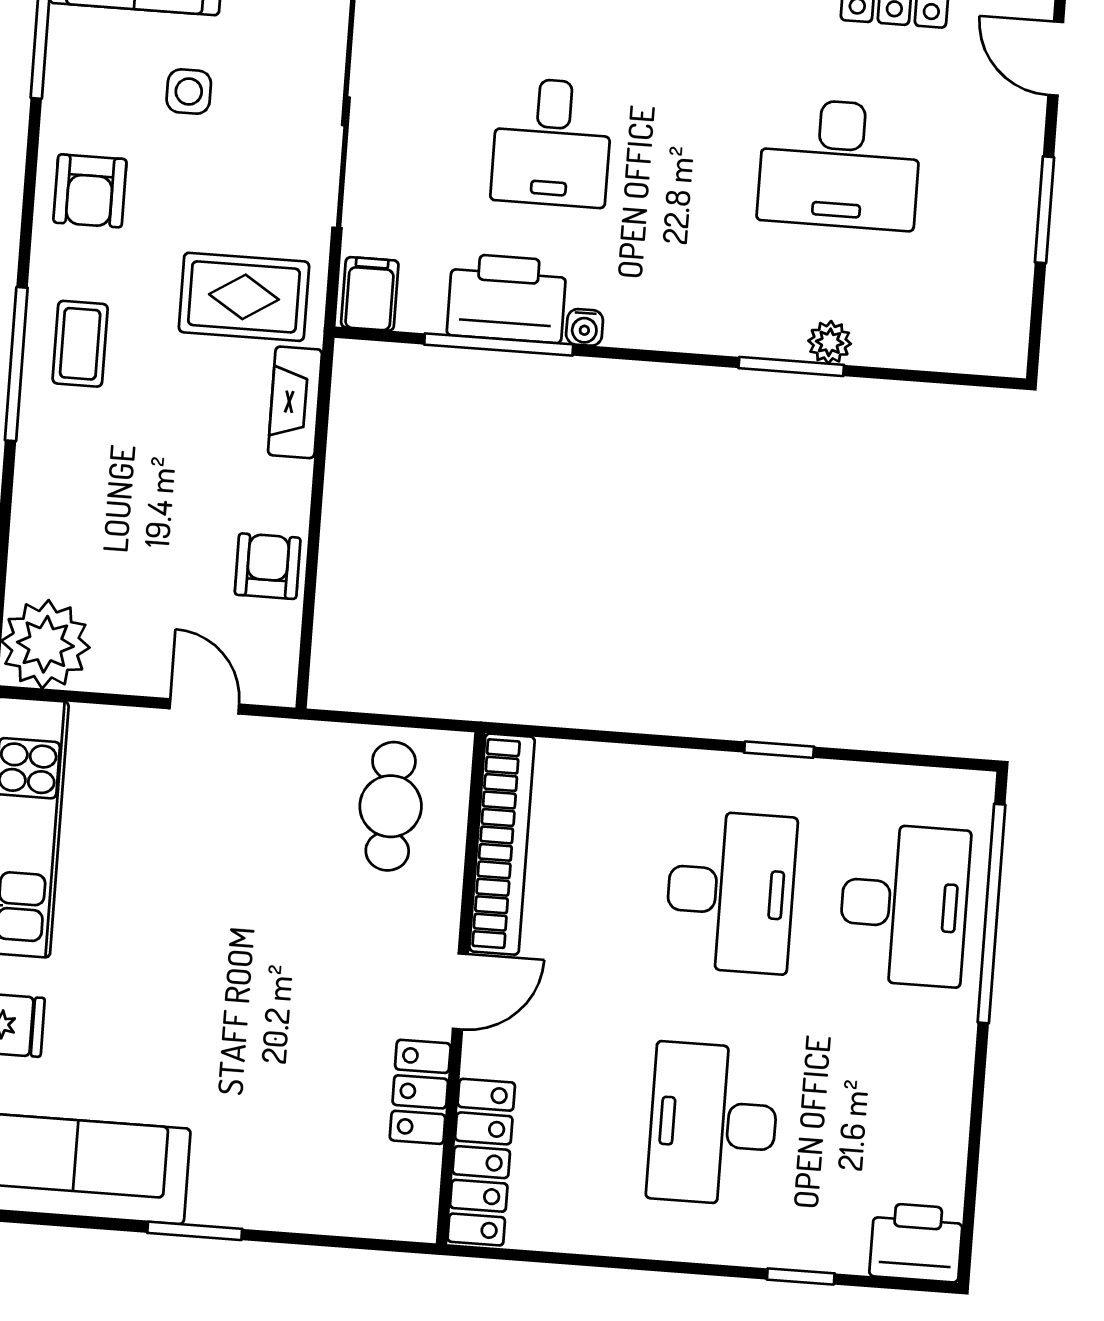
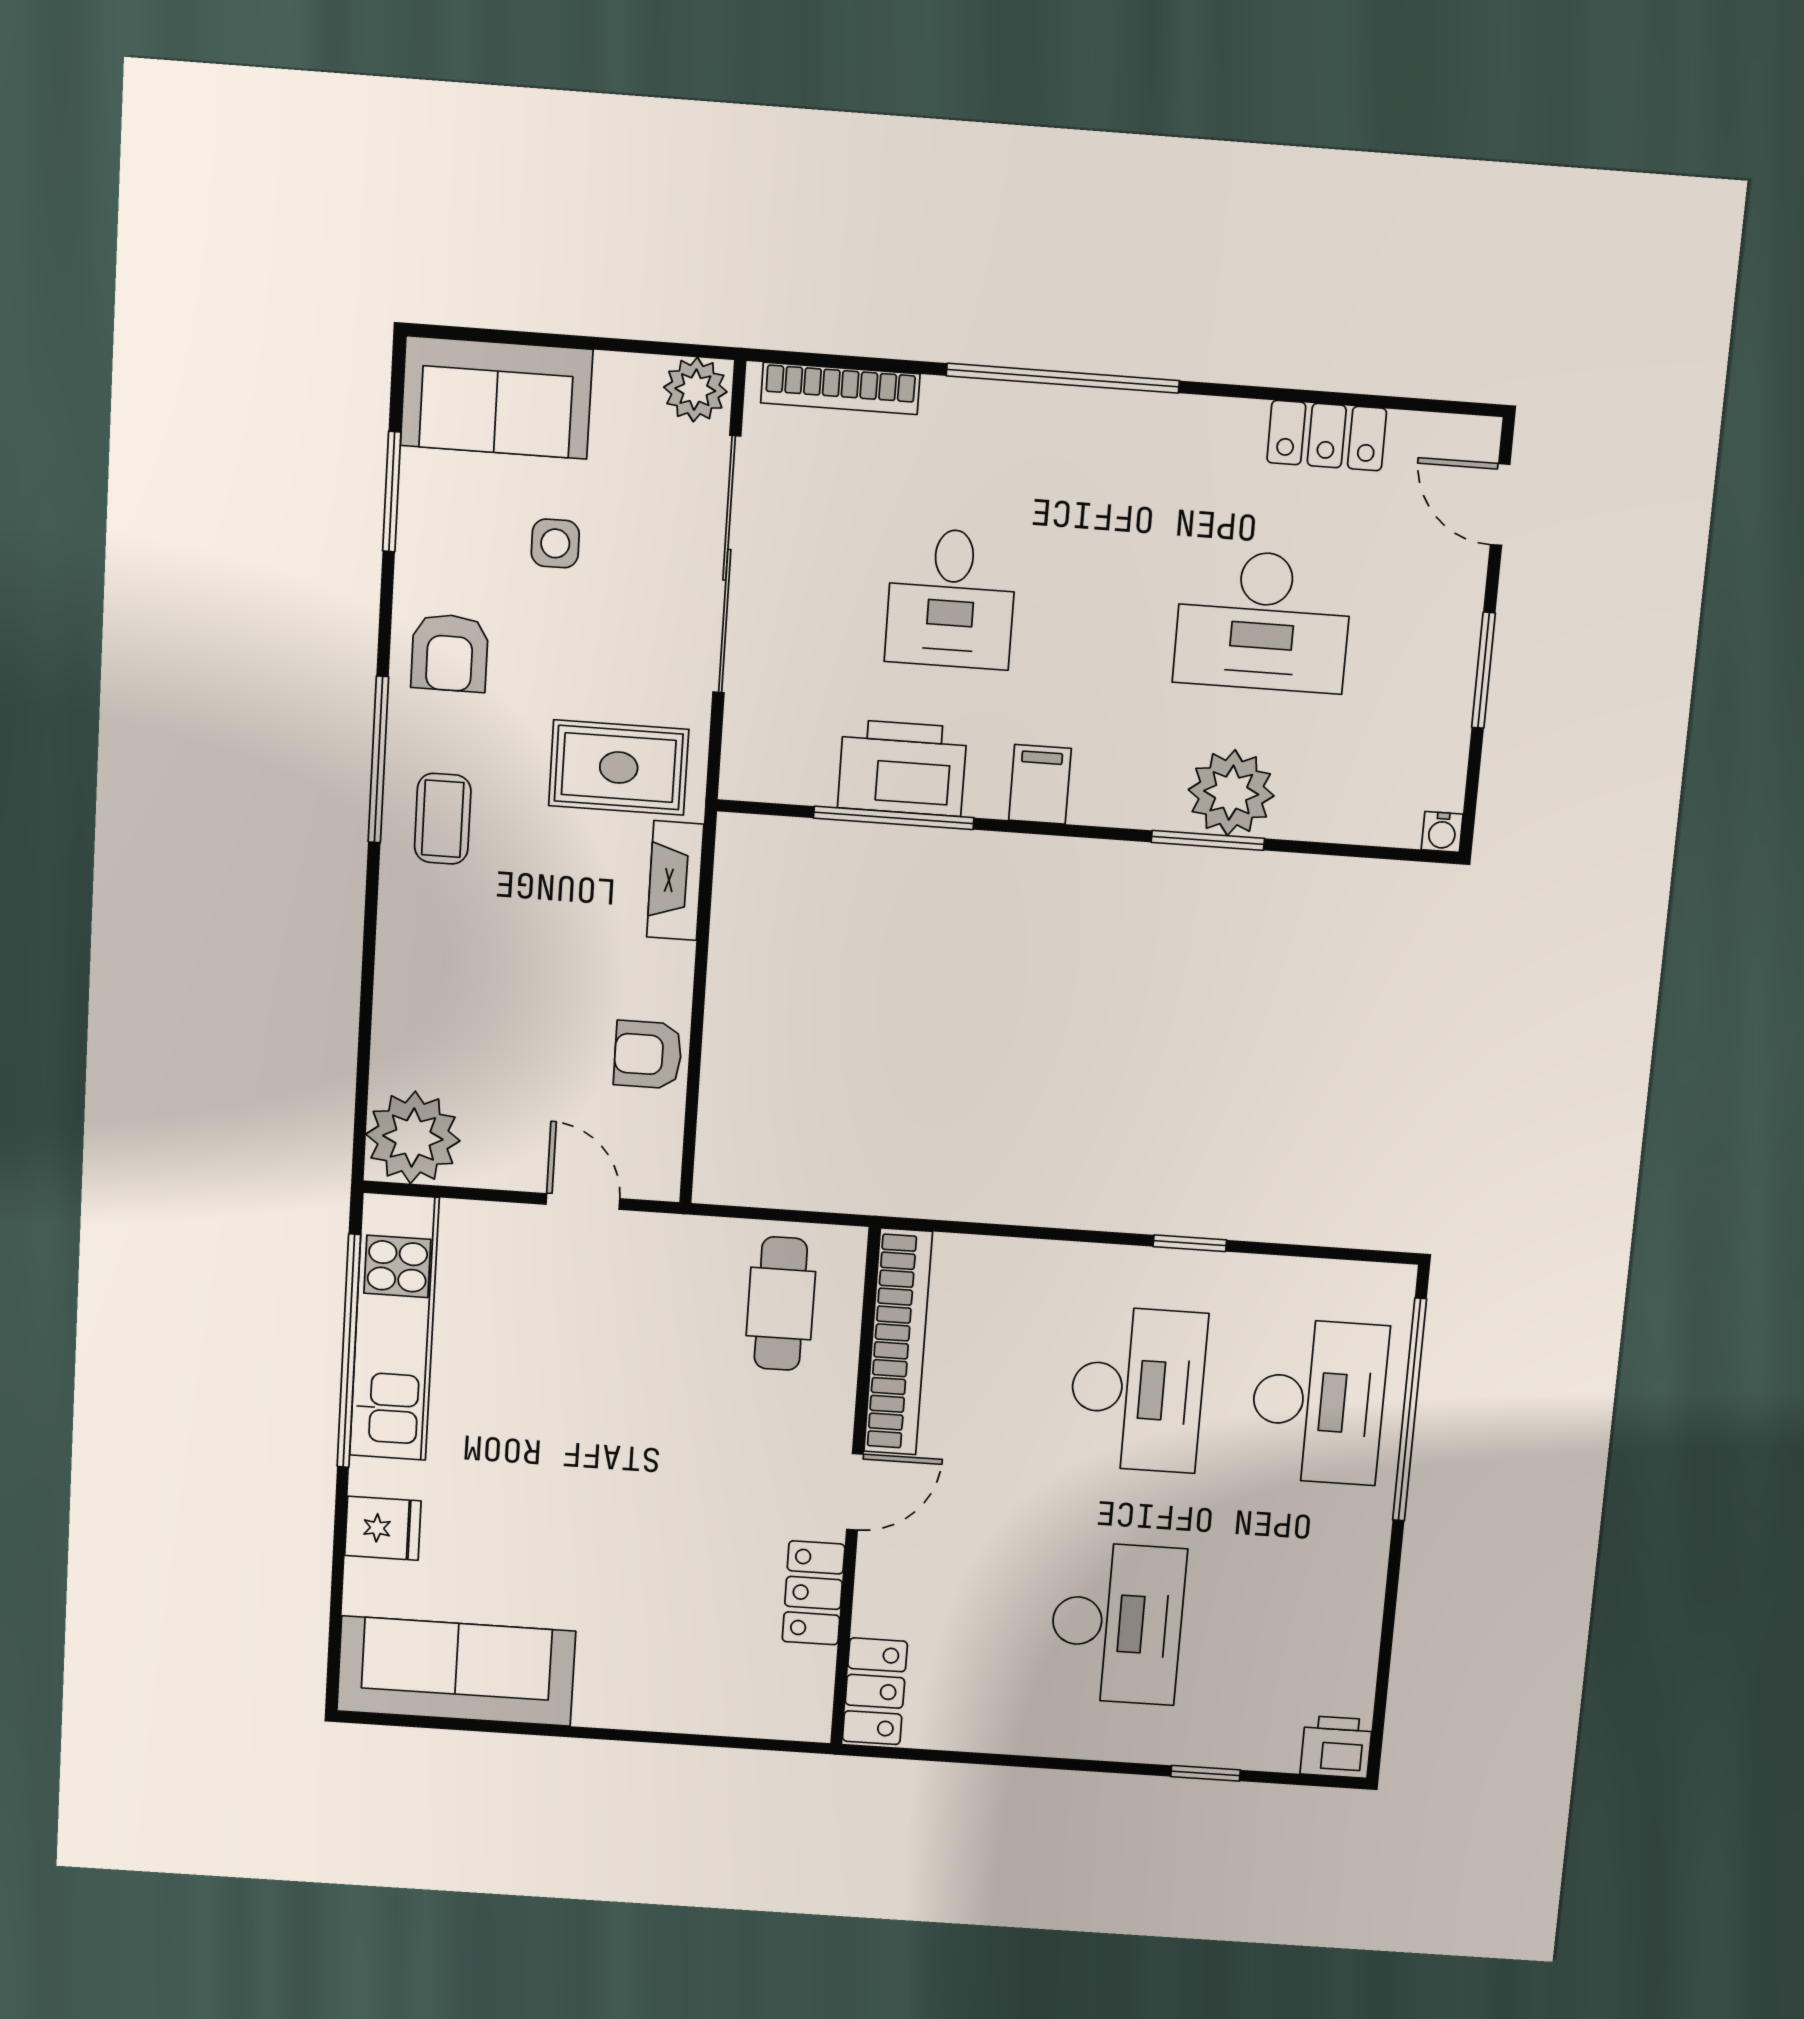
filing cabinet: (370, 294) -> (1040, 784), moved
water cooler: (585, 327) -> (1442, 832), moved
plant: (830, 342) -> (1231, 793), width x1.88, depth x1.88
window: (16, 364) -> (378, 760), moved
armchair: (268, 566) -> (648, 1055), turned -90
desk: (713, 1124) -> (1117, 1623), turned 180
locker: (481, 1162) -> (875, 1691), width x0.66
window: (195, 1231) -> (582, 1732), removed
printer: (916, 1242) -> (1336, 1747), width x0.73, depth x0.81

